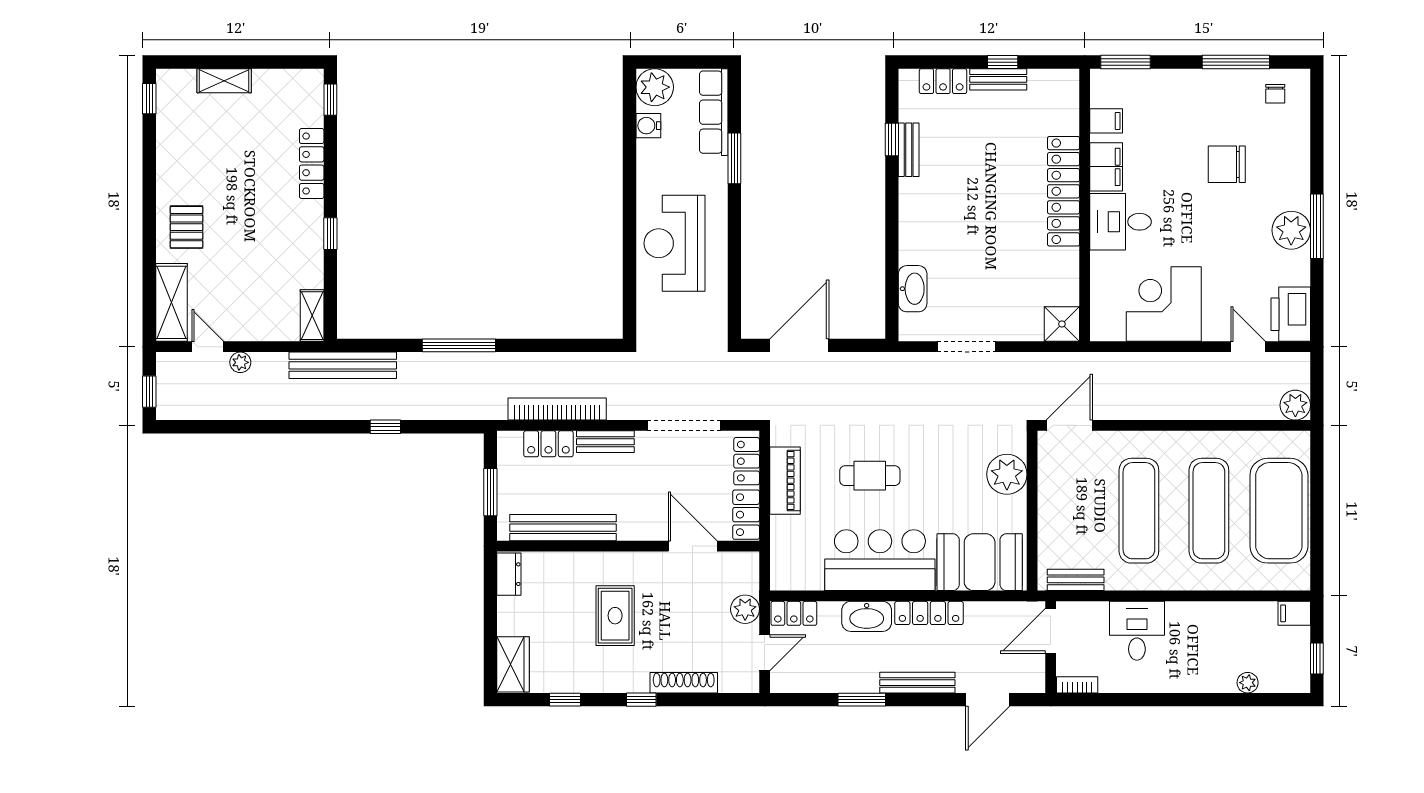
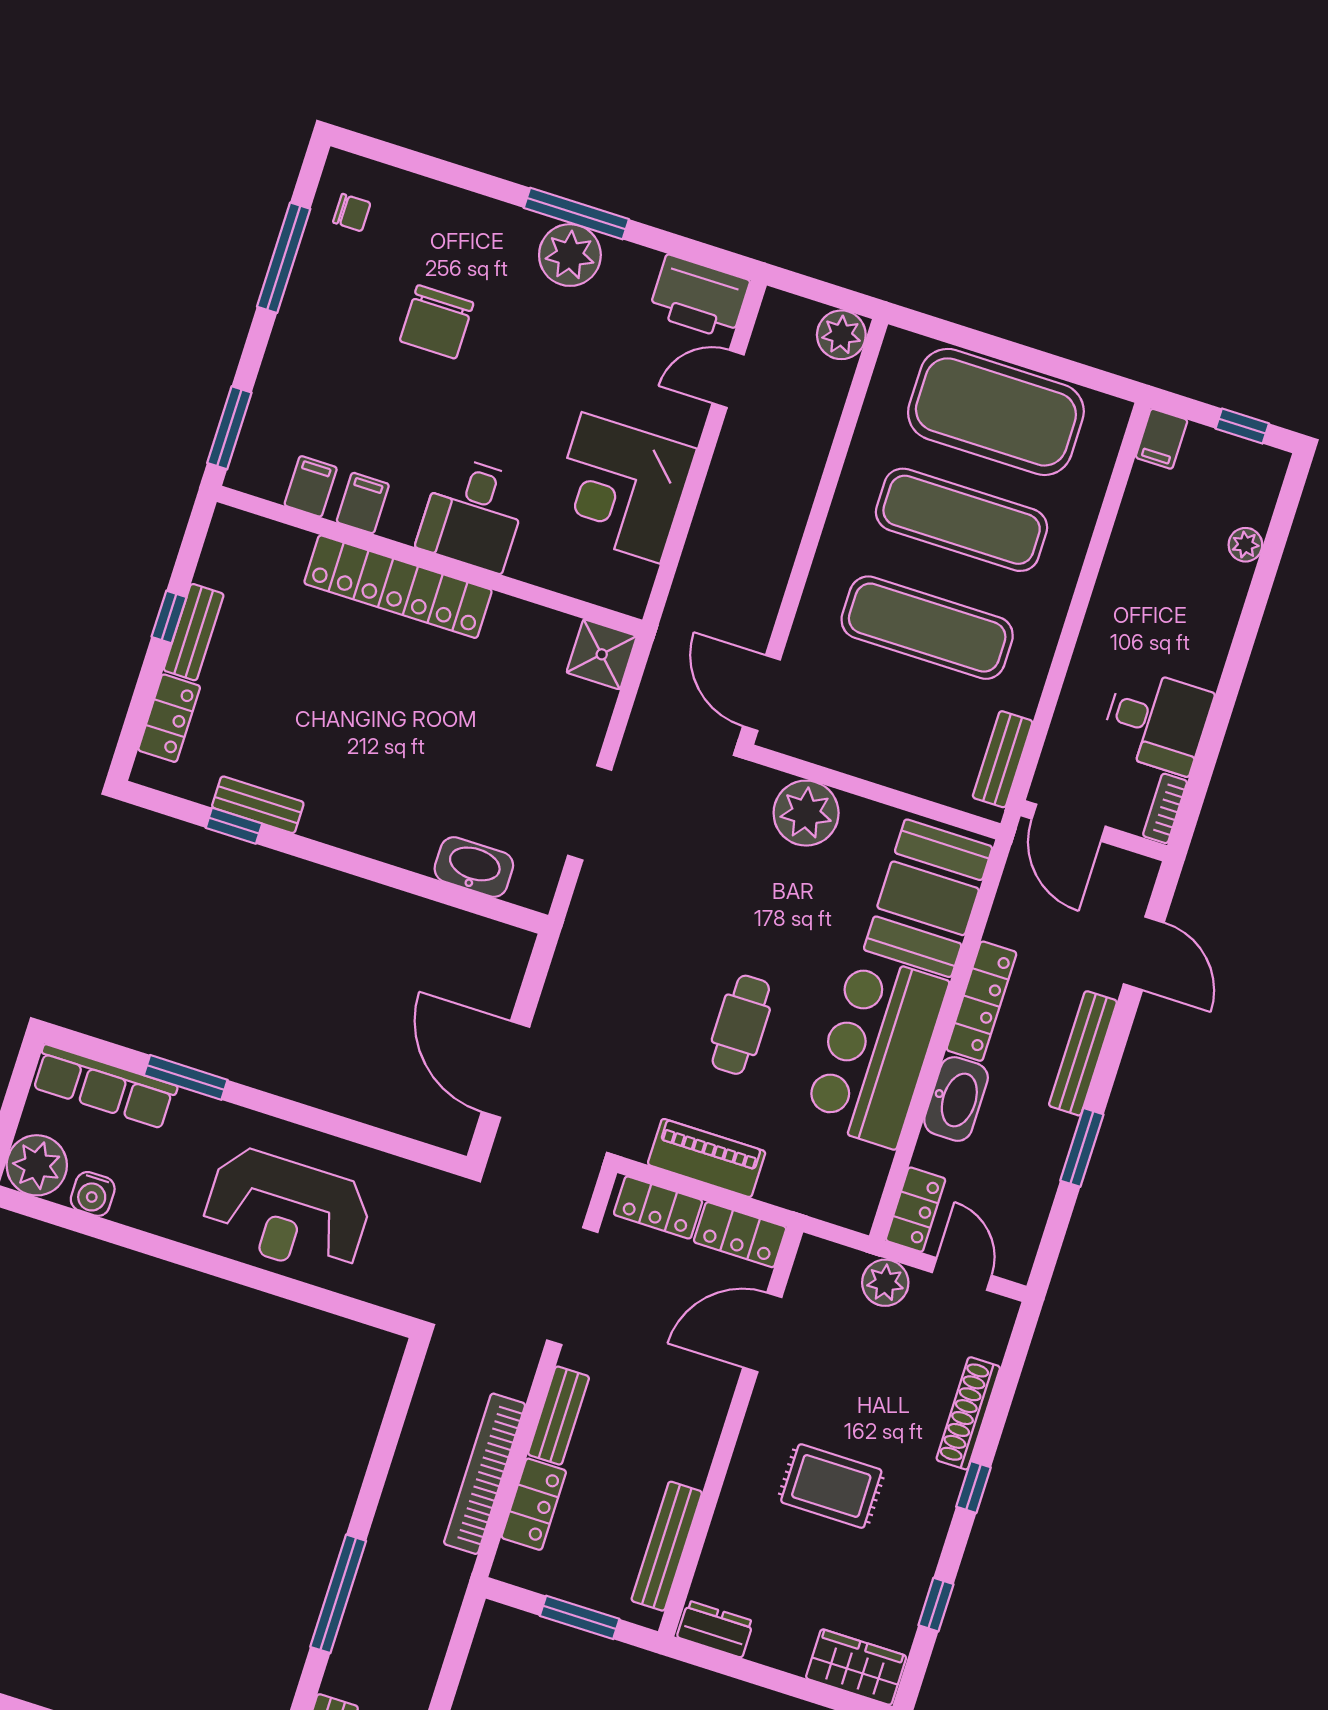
filing cabinet: (1106, 167) -> (363, 503), width x0.50
bench: (563, 528) -> (667, 1546), width x0.73, depth x0.82
desk: (1137, 631) -> (1157, 721), moved, turned 180

